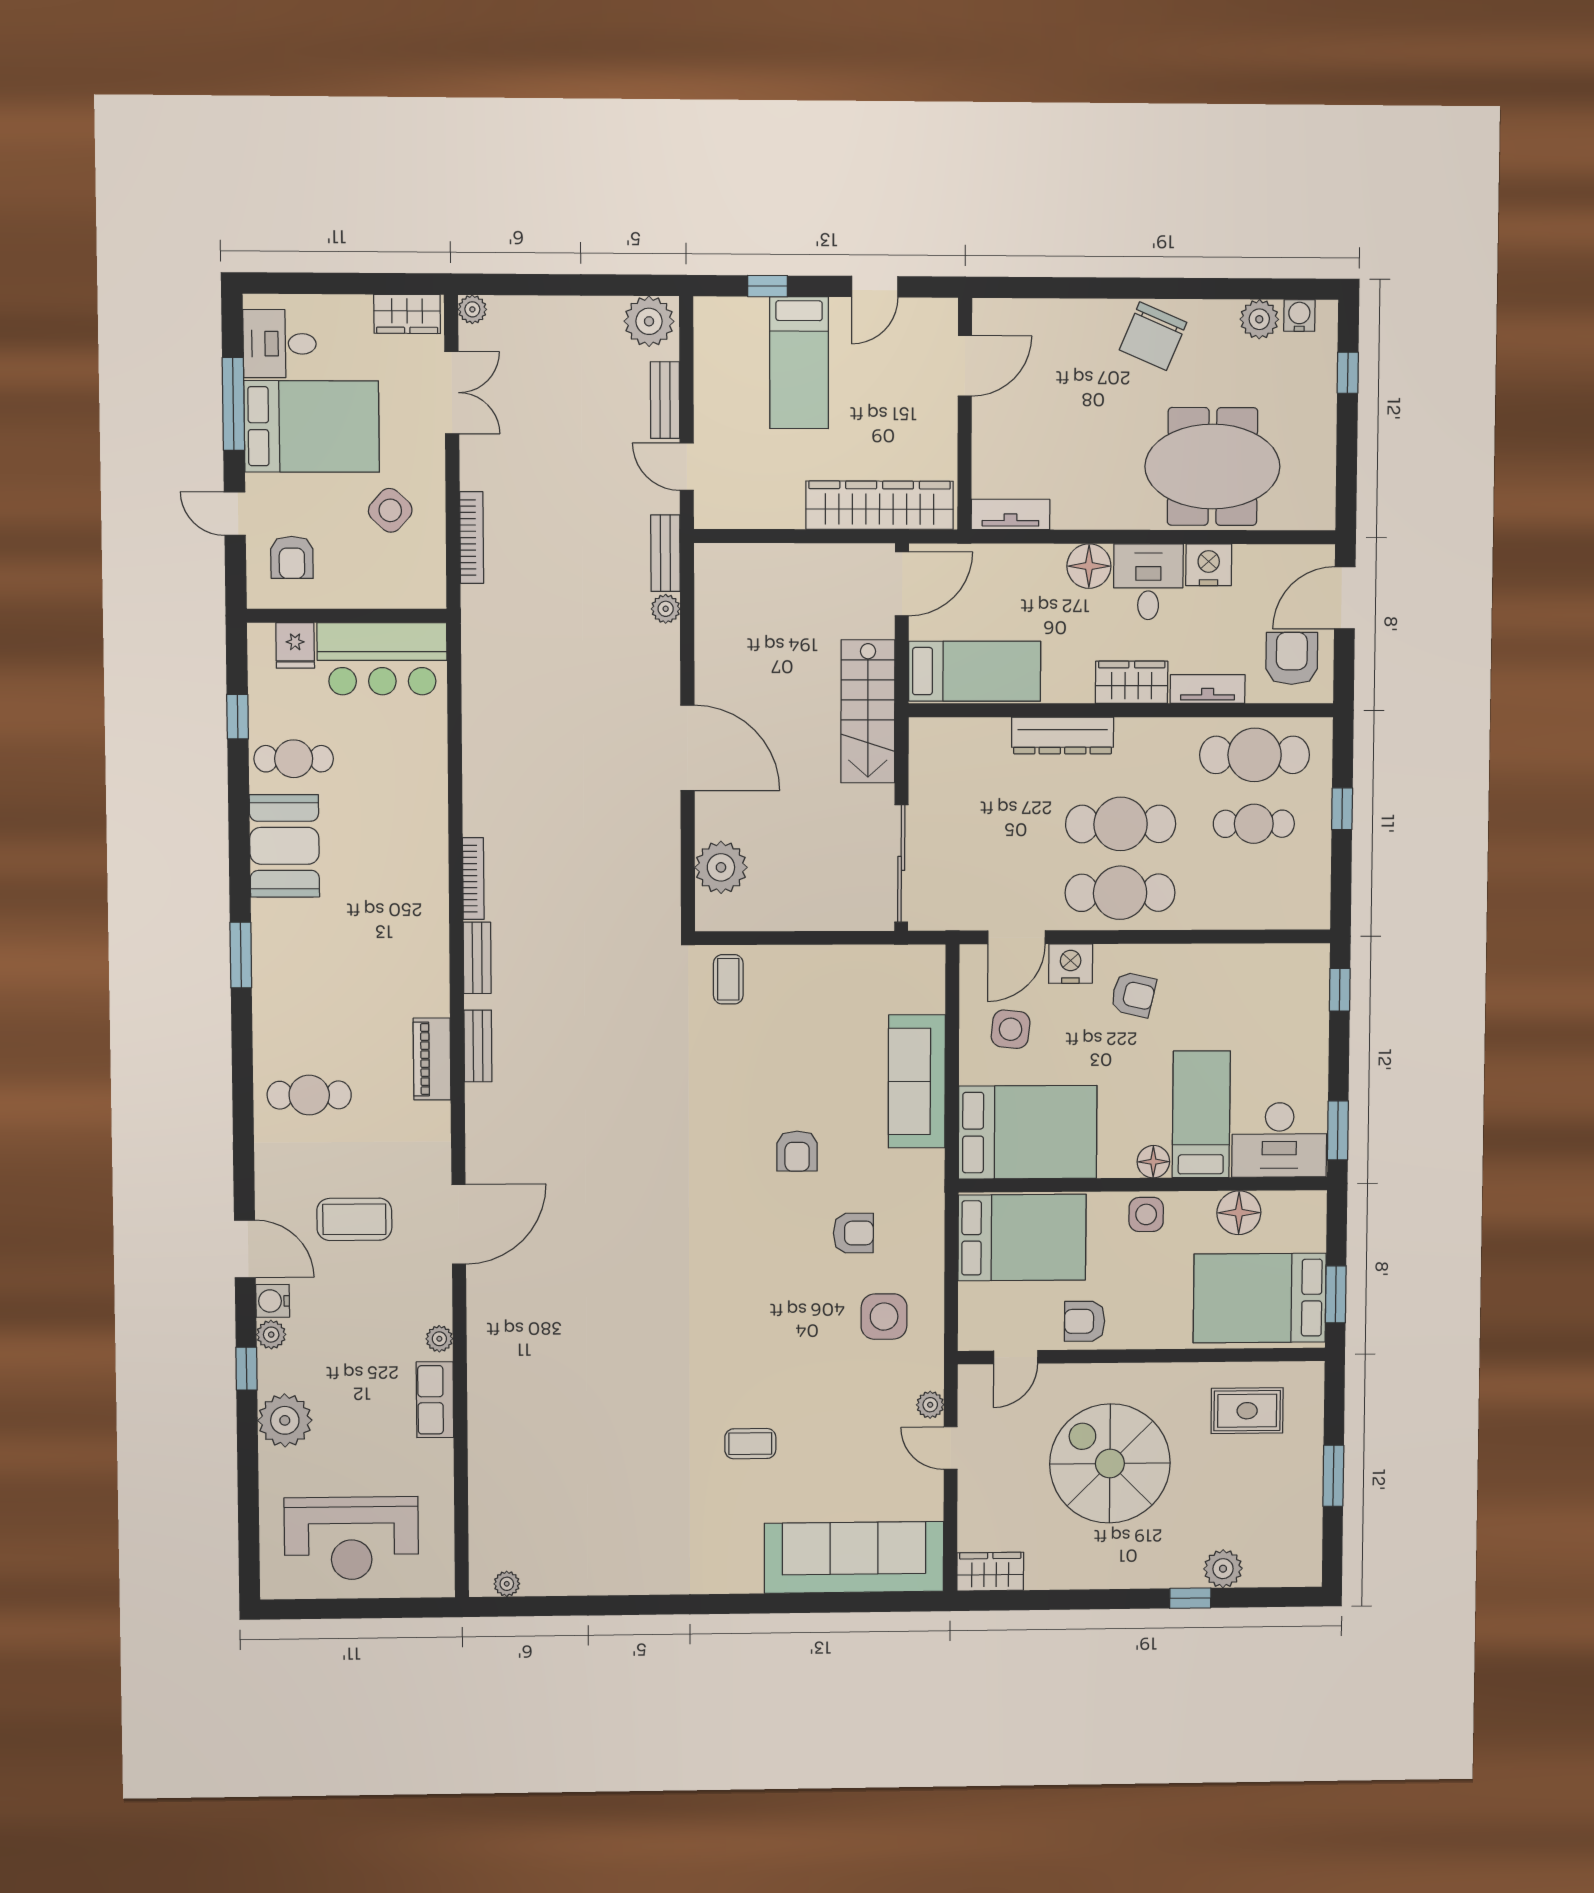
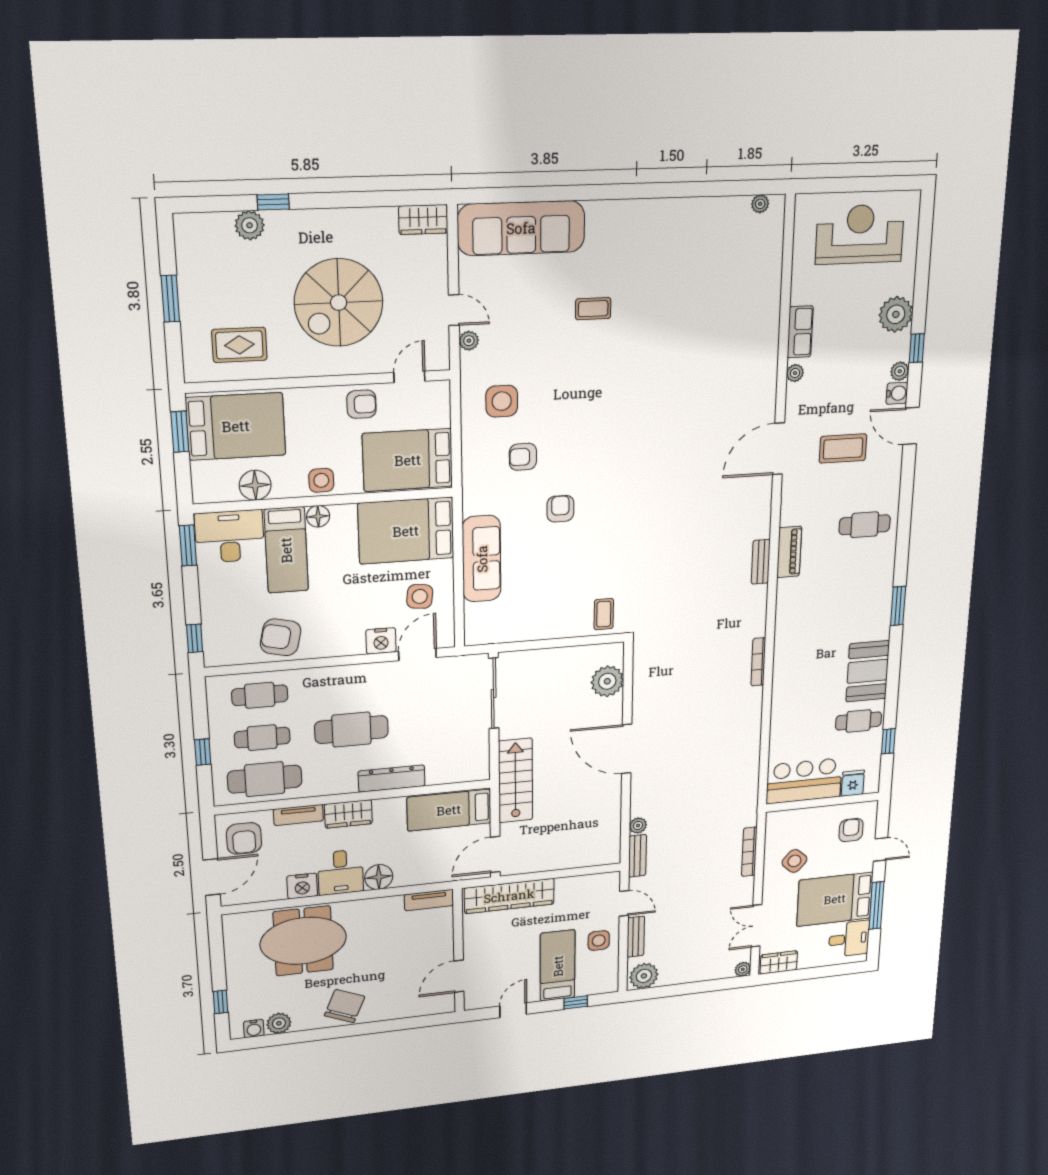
side table: (729, 401) -> (599, 941), added
cafe table: (1120, 893) -> (260, 695), moved, width x0.73, depth x0.74
bench: (477, 958) -> (758, 615), removed
armchair: (1133, 994) -> (281, 637), moved, width x1.38, depth x1.38
spiral stairs: (1110, 1463) -> (339, 303), turned 90

